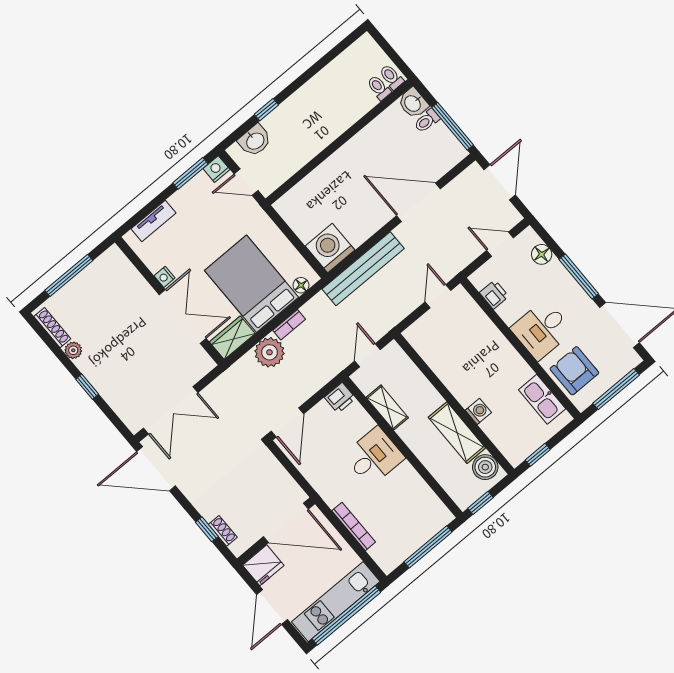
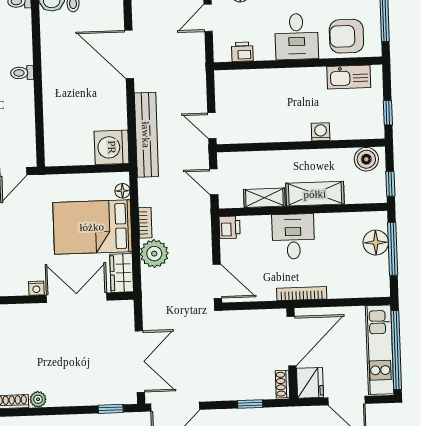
toilet: (379, 88) -> (22, 73), moved
door: (418, 202) -> (129, 54), hinge flipped
door: (438, 296) -> (212, 126), moved
window: (87, 387) -> (111, 409), moved
shelving: (457, 433) -> (315, 194), moved
bookcase: (354, 526) -> (302, 294), moved
floor lamp: (422, 529) -> (376, 243), added
shoe rack: (223, 531) -> (282, 384), moved, turned -90

